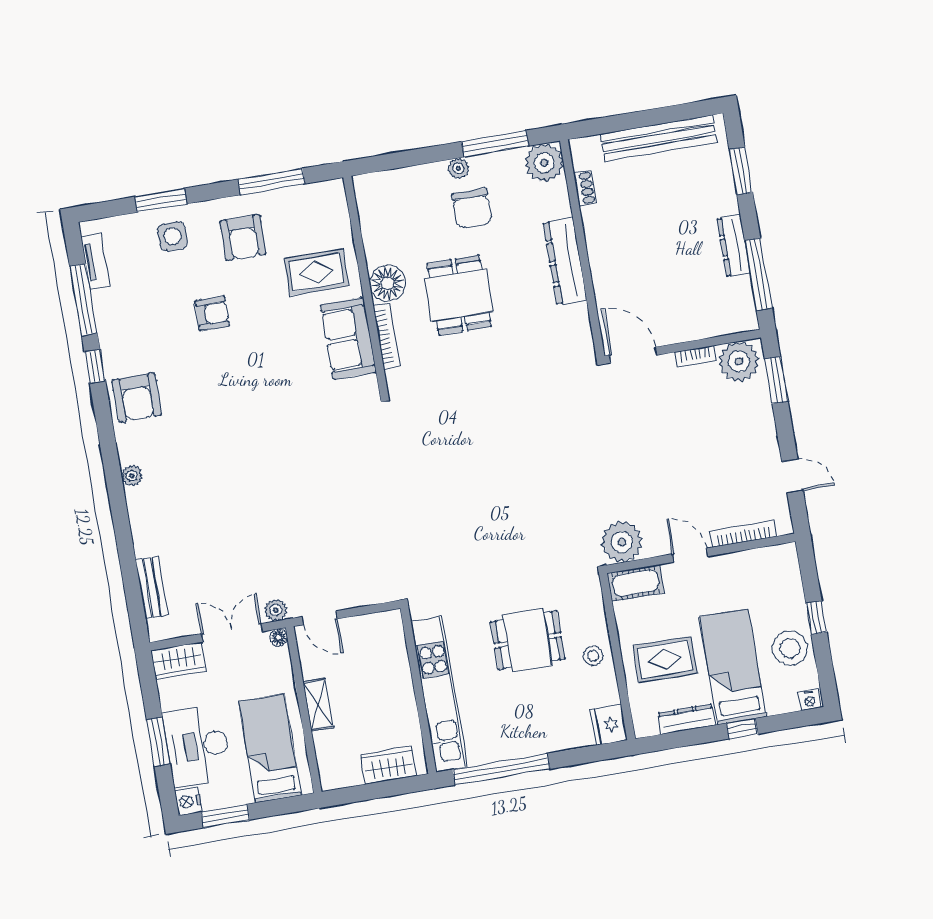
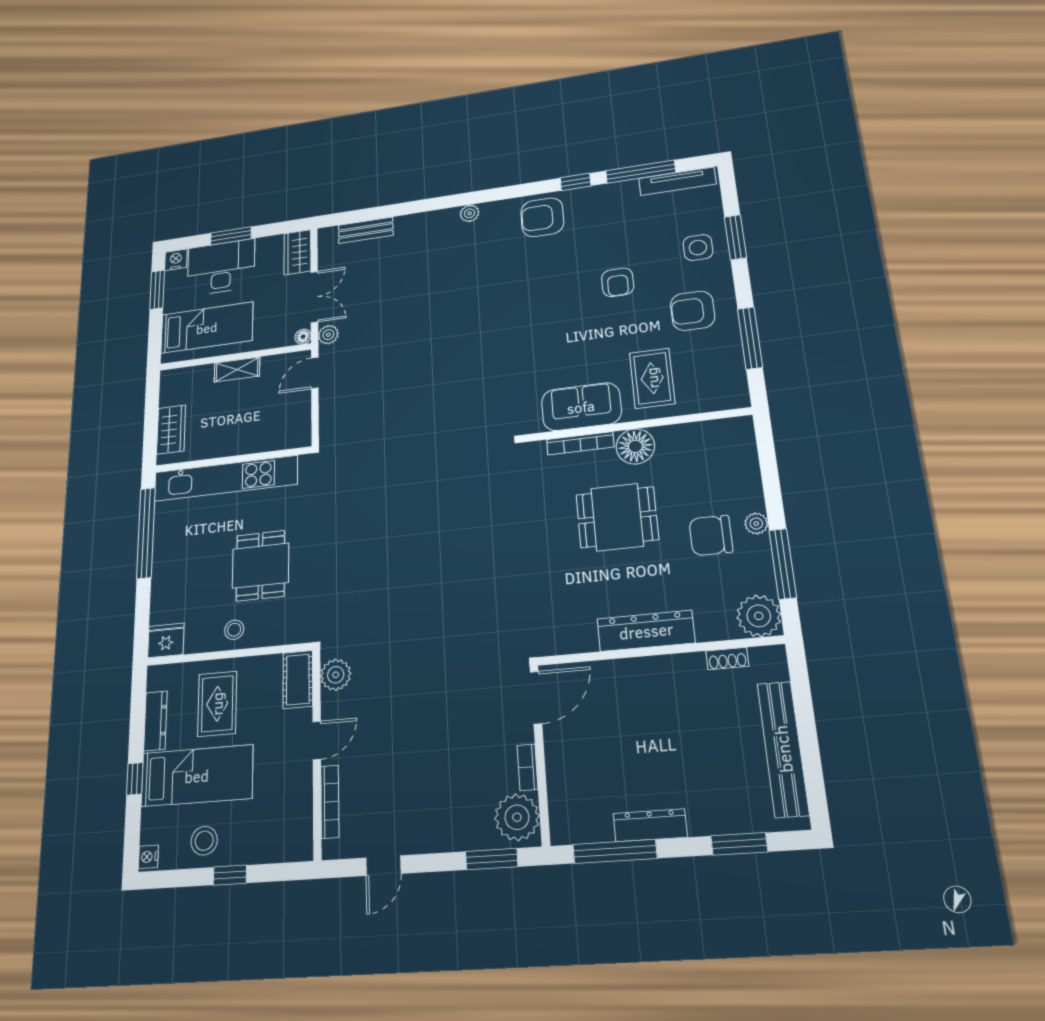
tv unit: (95, 261) -> (677, 181), width x1.41
plant: (622, 542) -> (336, 675), width x0.73, depth x0.73
stool: (790, 648) -> (204, 841), width x0.73, depth x0.73

